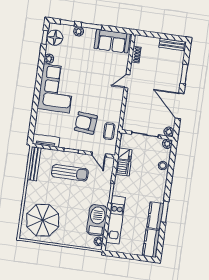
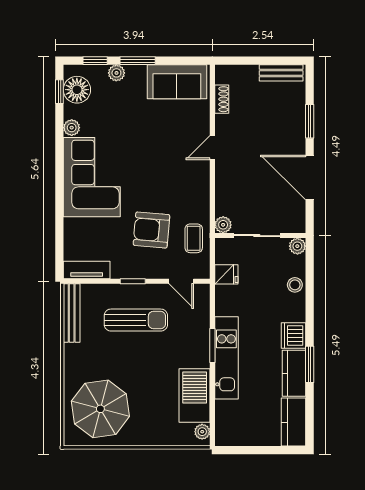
plant: (169, 132) -> (223, 225), moved
dishwasher: (123, 168) -> (293, 335), moved, turned 180
kitchen unit: (116, 220) -> (226, 358), moved

